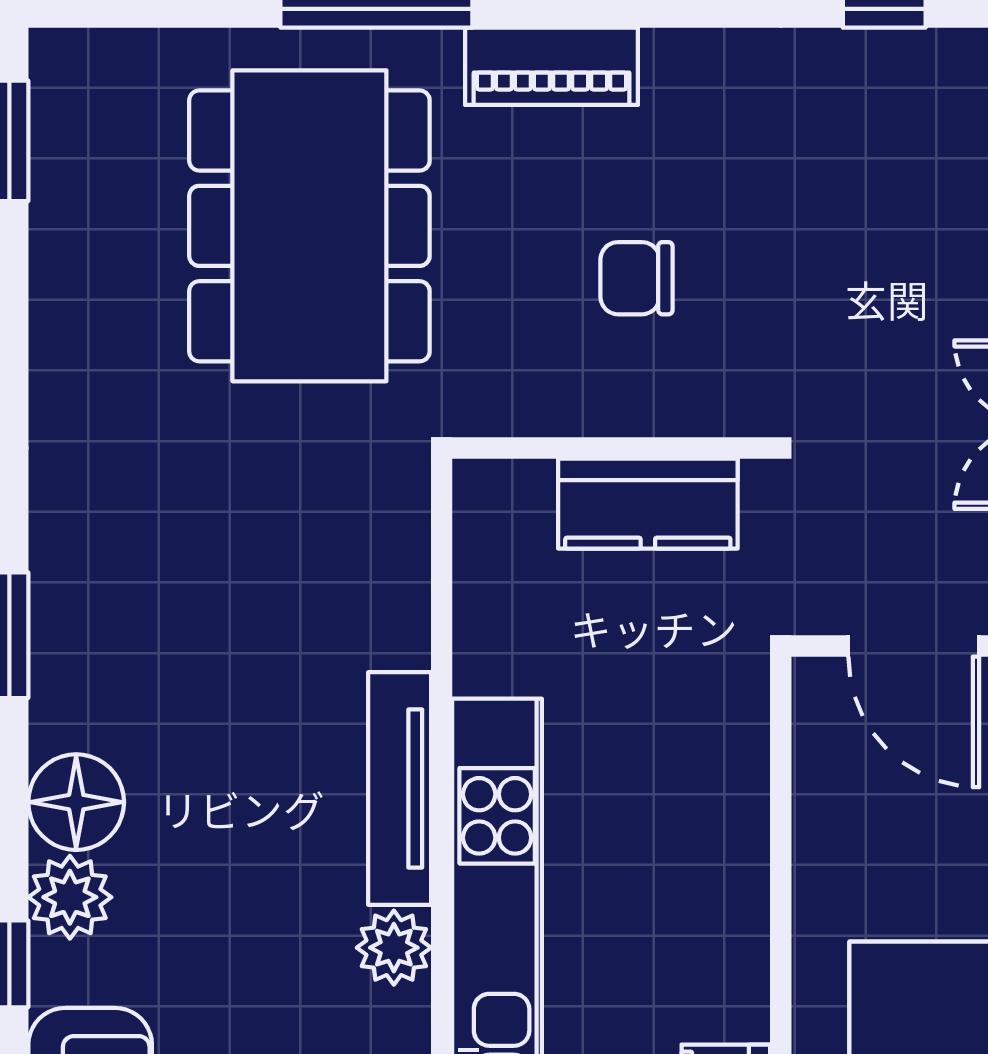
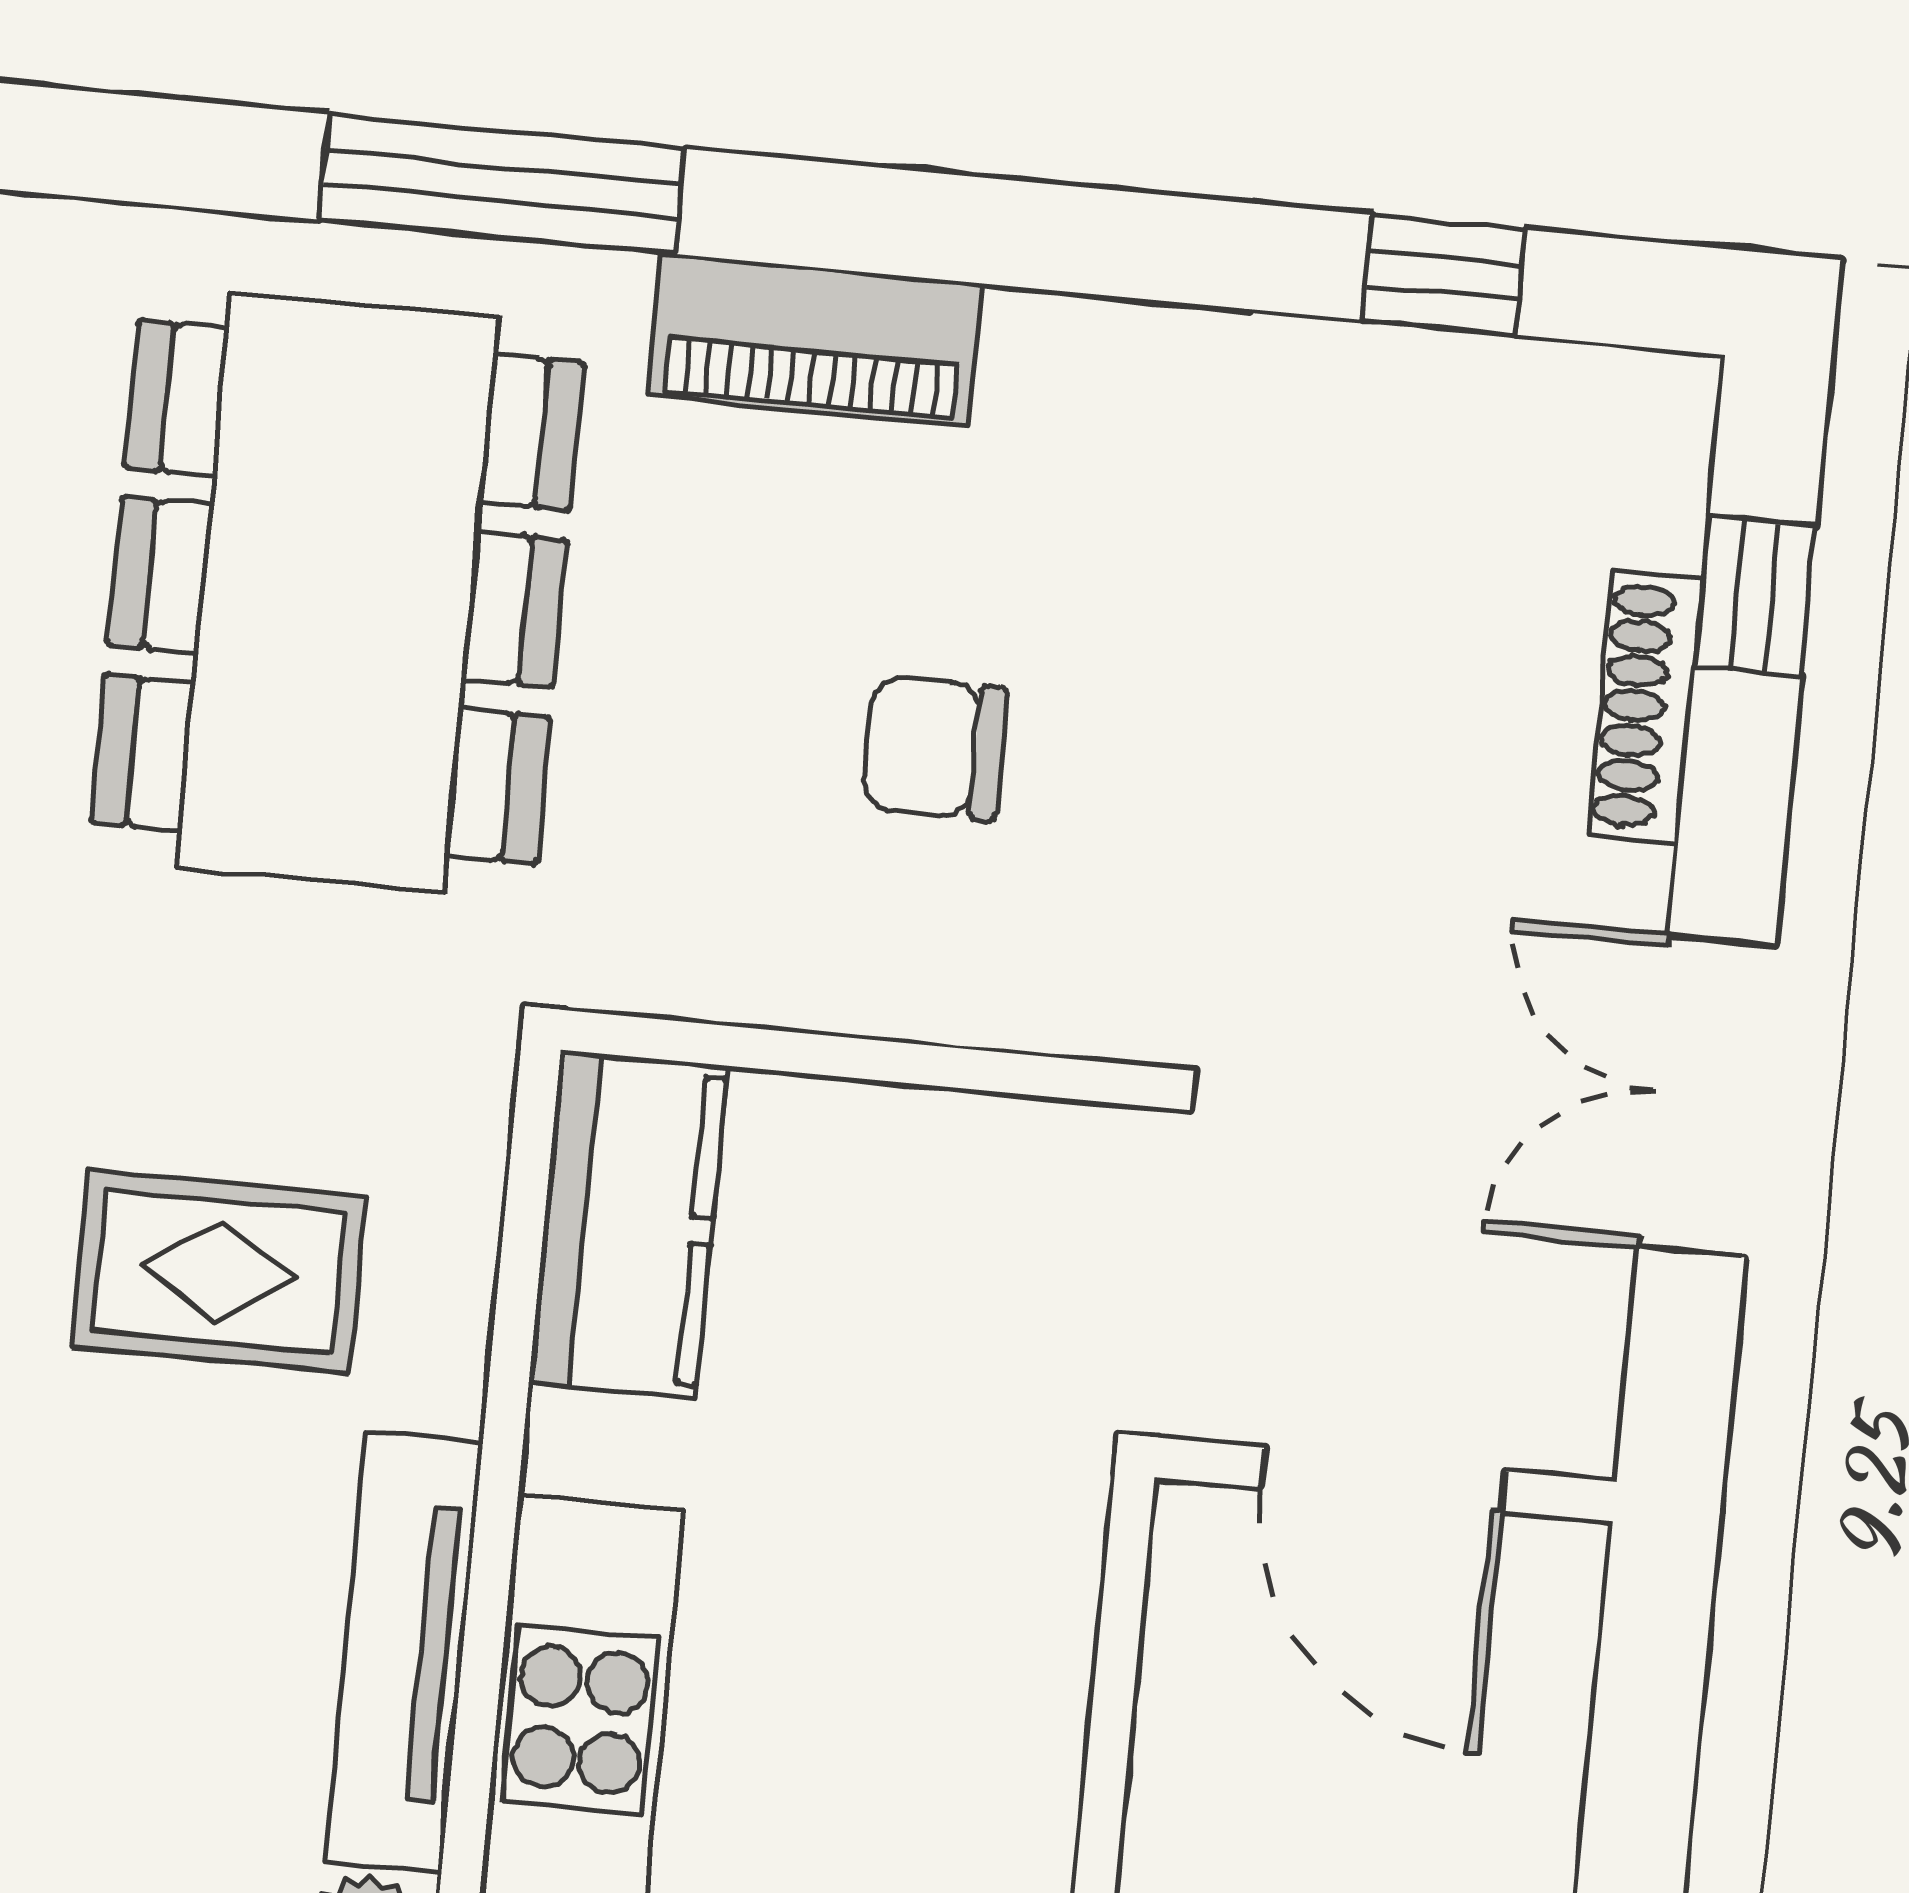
kitchen counter: (648, 504) -> (628, 1224), moved, turned -90
rug: (281, 595) -> (218, 1271), added

